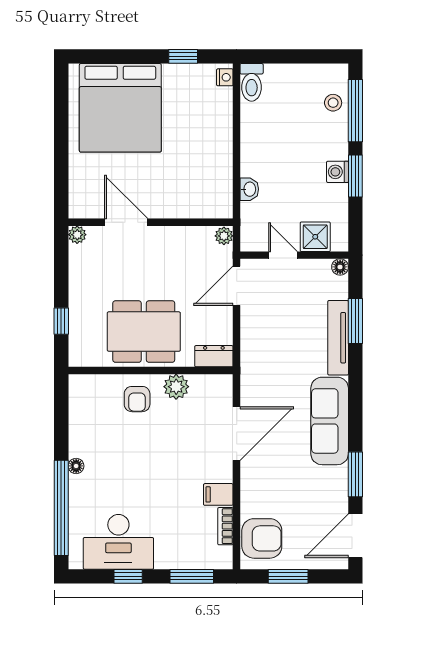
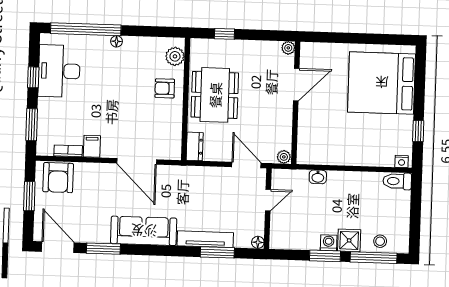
shower: (315, 237) -> (349, 240), moved
plant: (176, 387) -> (175, 56), moved

